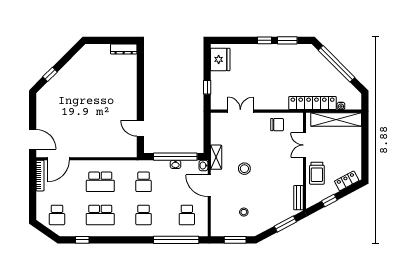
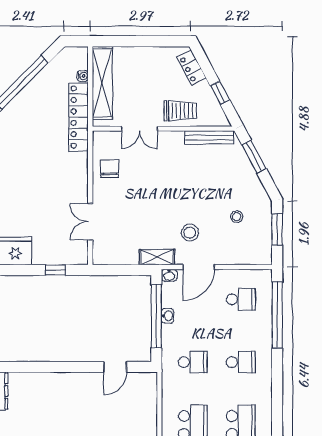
stool: (244, 169) -> (190, 233), moved
bench: (298, 198) -> (209, 137), width x1.36

